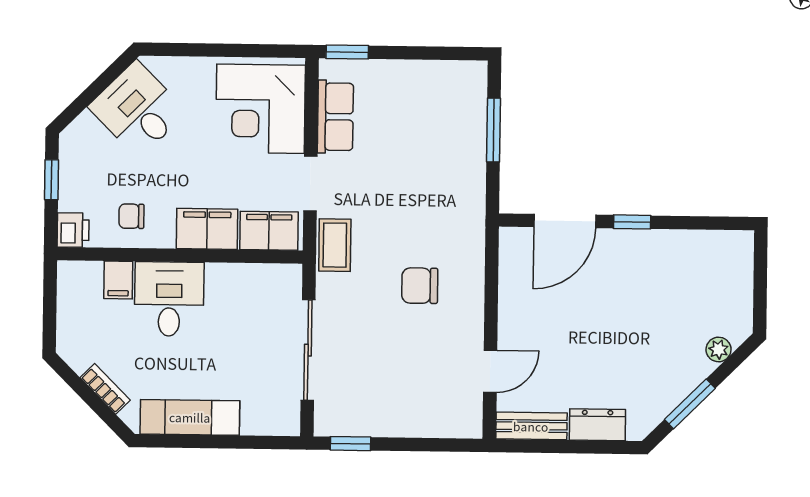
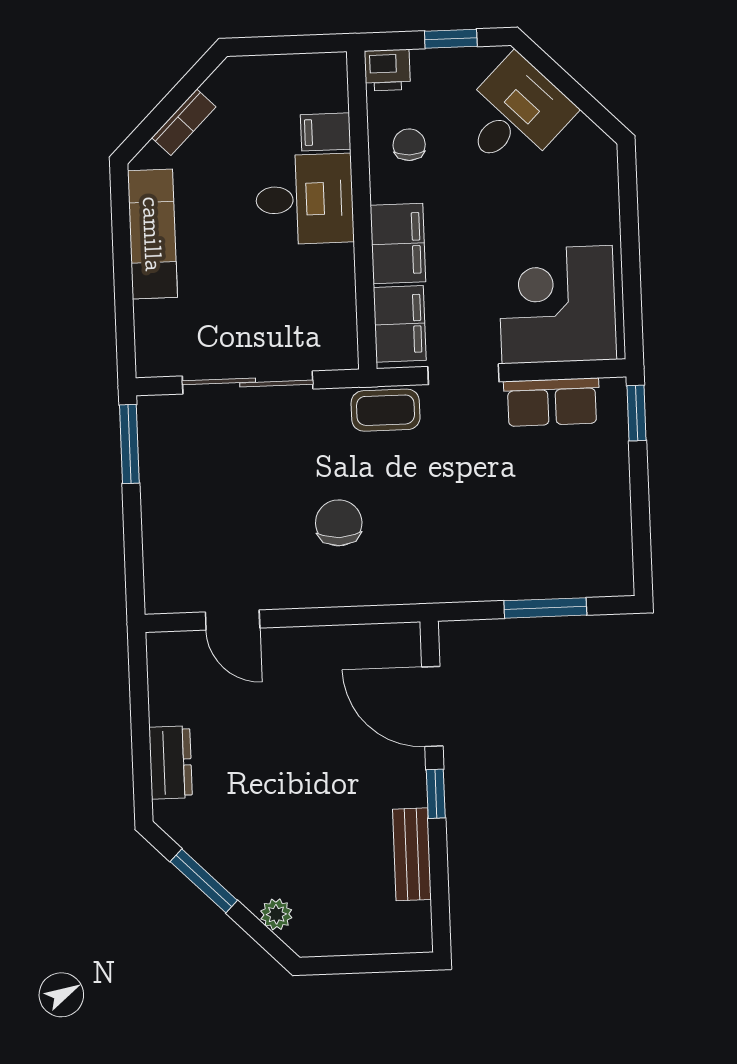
desk: (138, 109) -> (515, 115), moved
bench: (531, 426) -> (412, 854), moved
window: (351, 444) -> (129, 444), width x1.50

